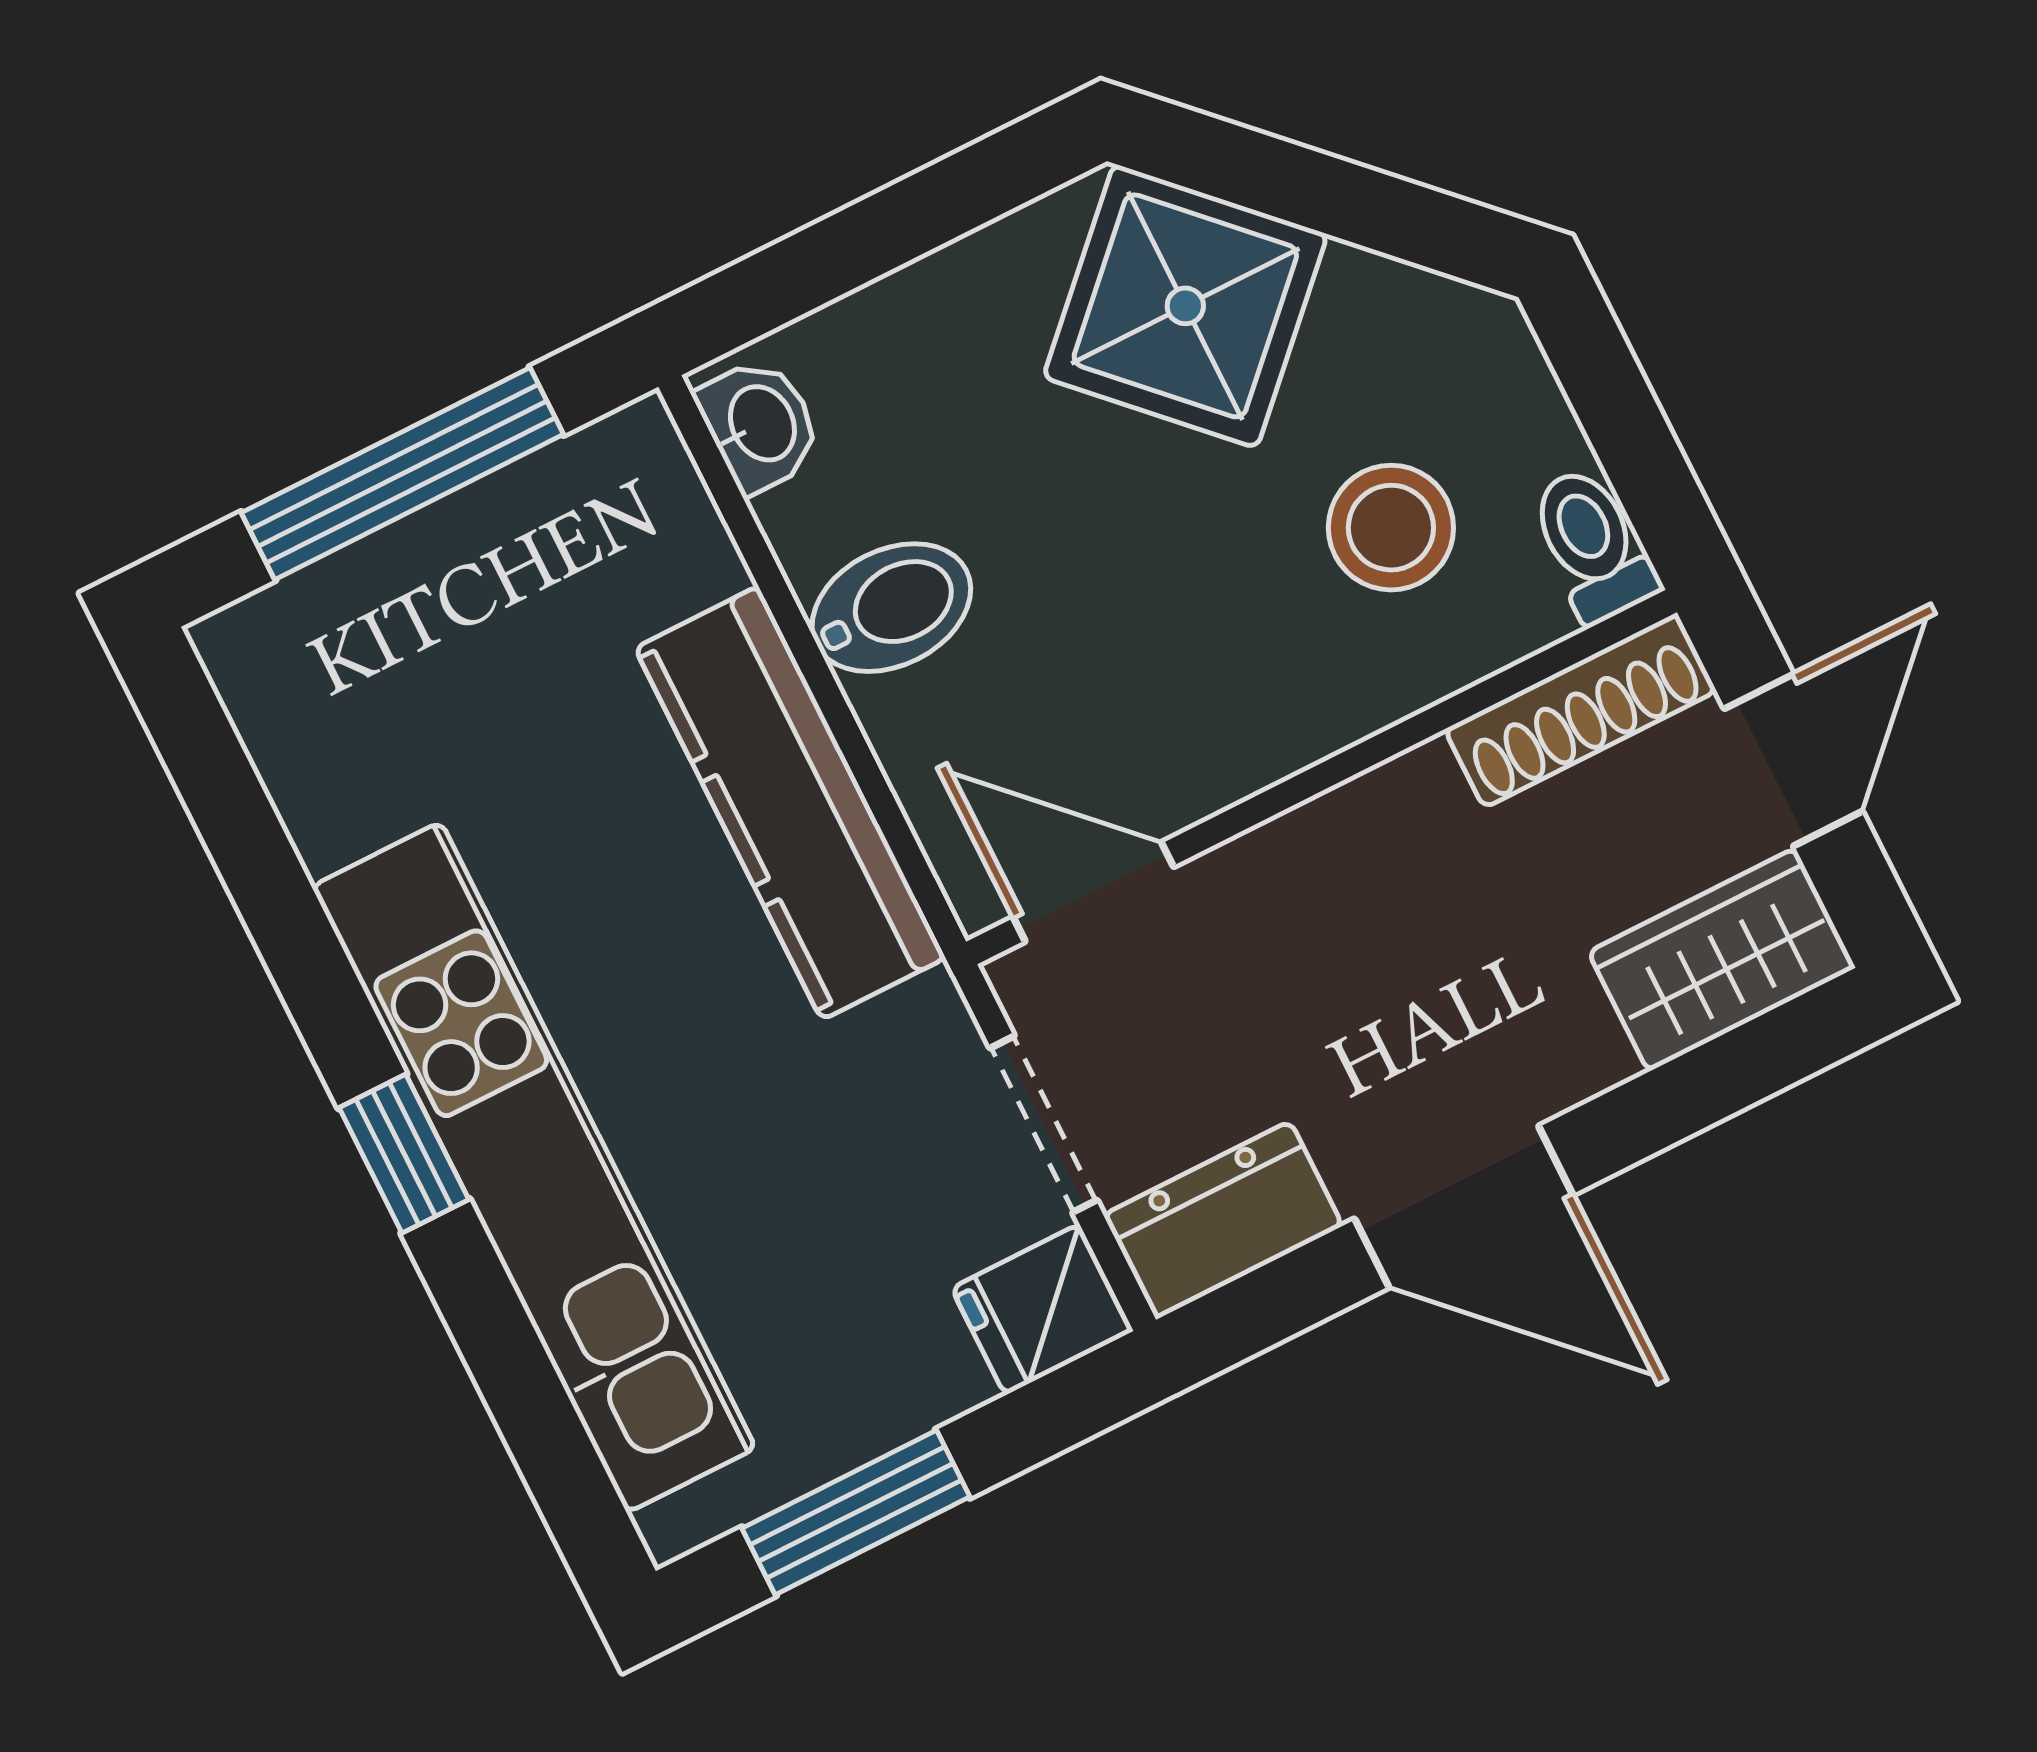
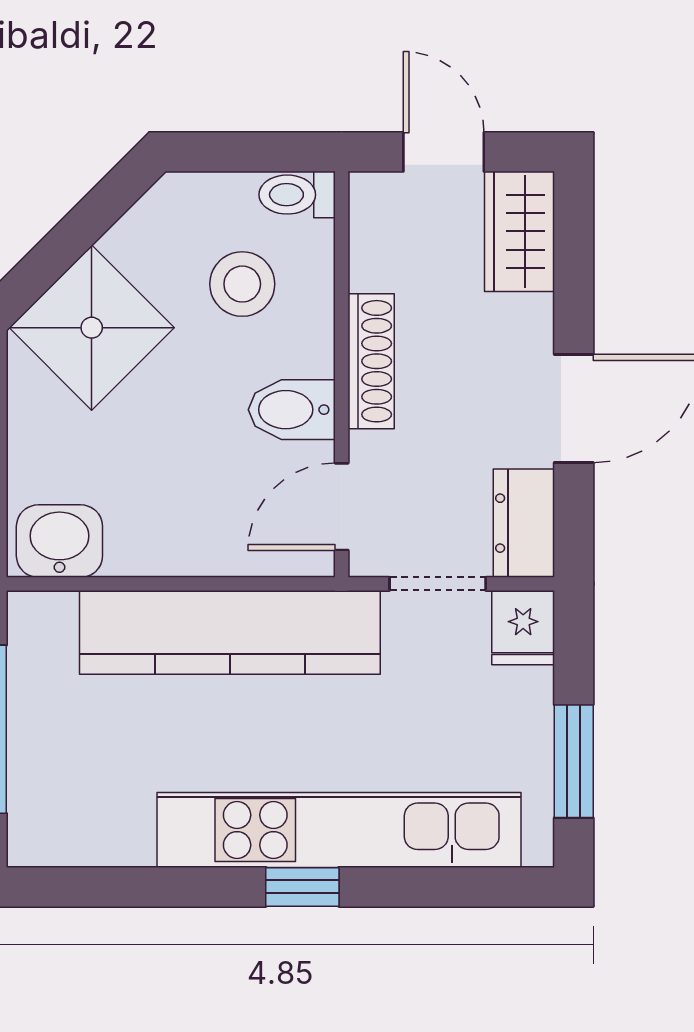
washbasin: (760, 425) -> (59, 541), width x1.38, depth x1.45
bidet: (891, 608) -> (292, 410), moved, turned -90
shoe rack: (1581, 710) -> (371, 361), moved
kitchen counter: (790, 803) -> (230, 632), width x1.39, depth x1.17

